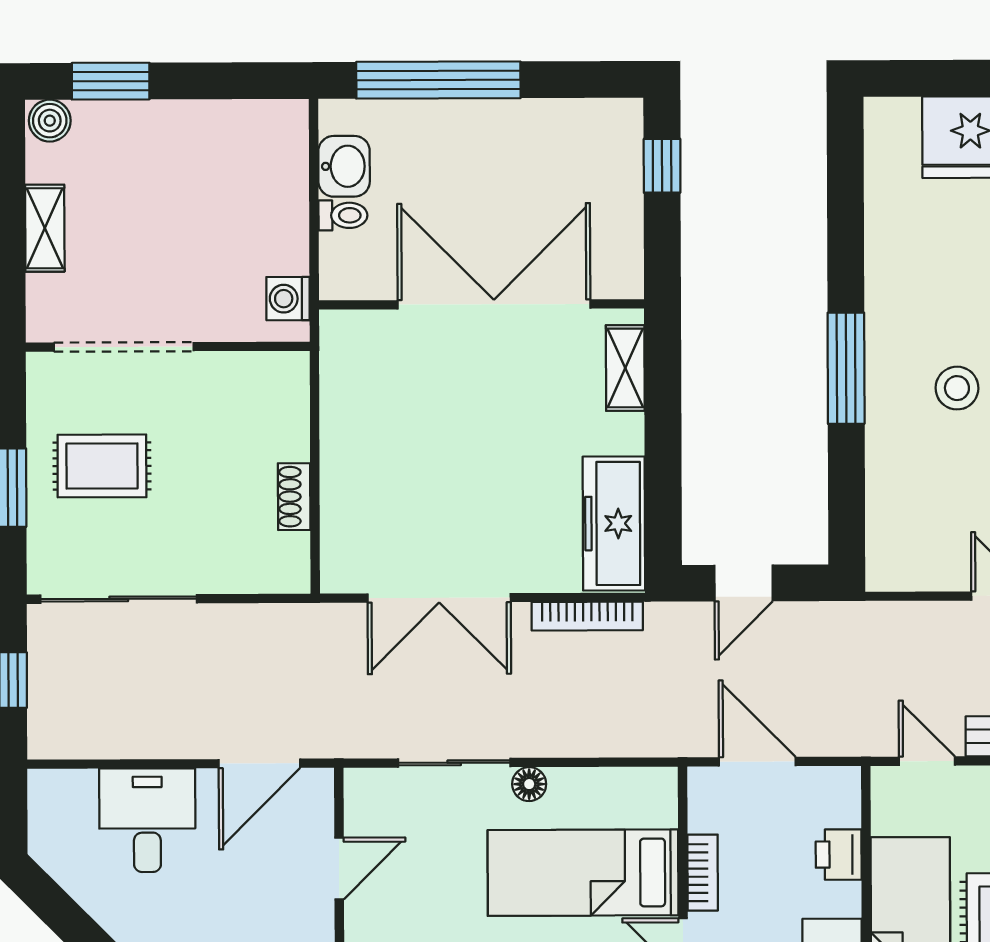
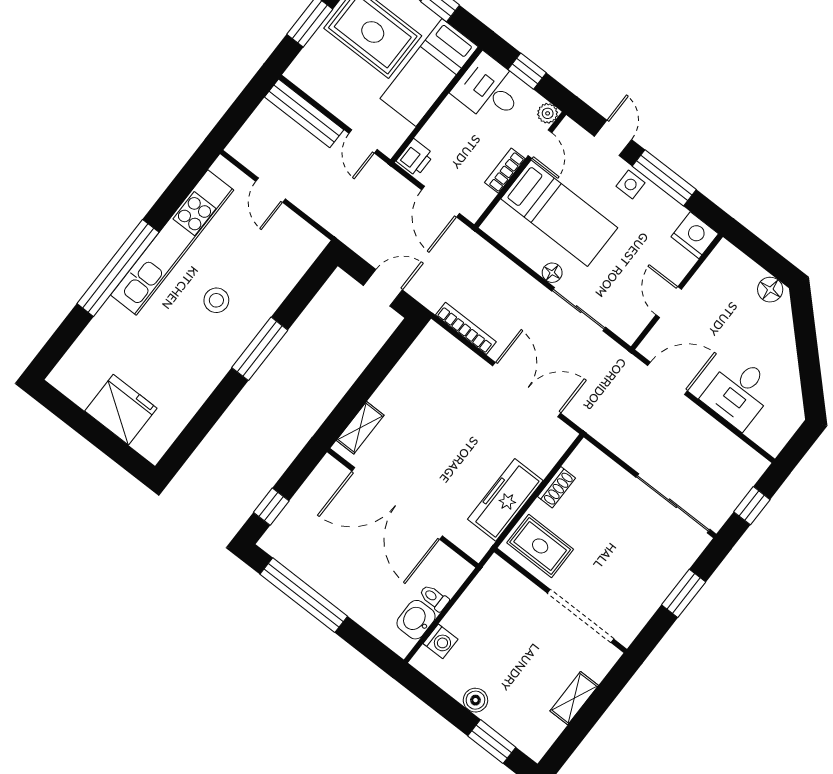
window: (438, 80) -> (304, 595), moved
boiler: (50, 121) -> (475, 700), moved
washing machine: (288, 299) -> (441, 641), moved
rug: (102, 466) -> (540, 546), moved
freezer: (614, 523) -> (505, 500), moved, turned 180
printer: (839, 855) -> (415, 158), moved
door: (339, 868) -> (669, 302), hinge flipped

